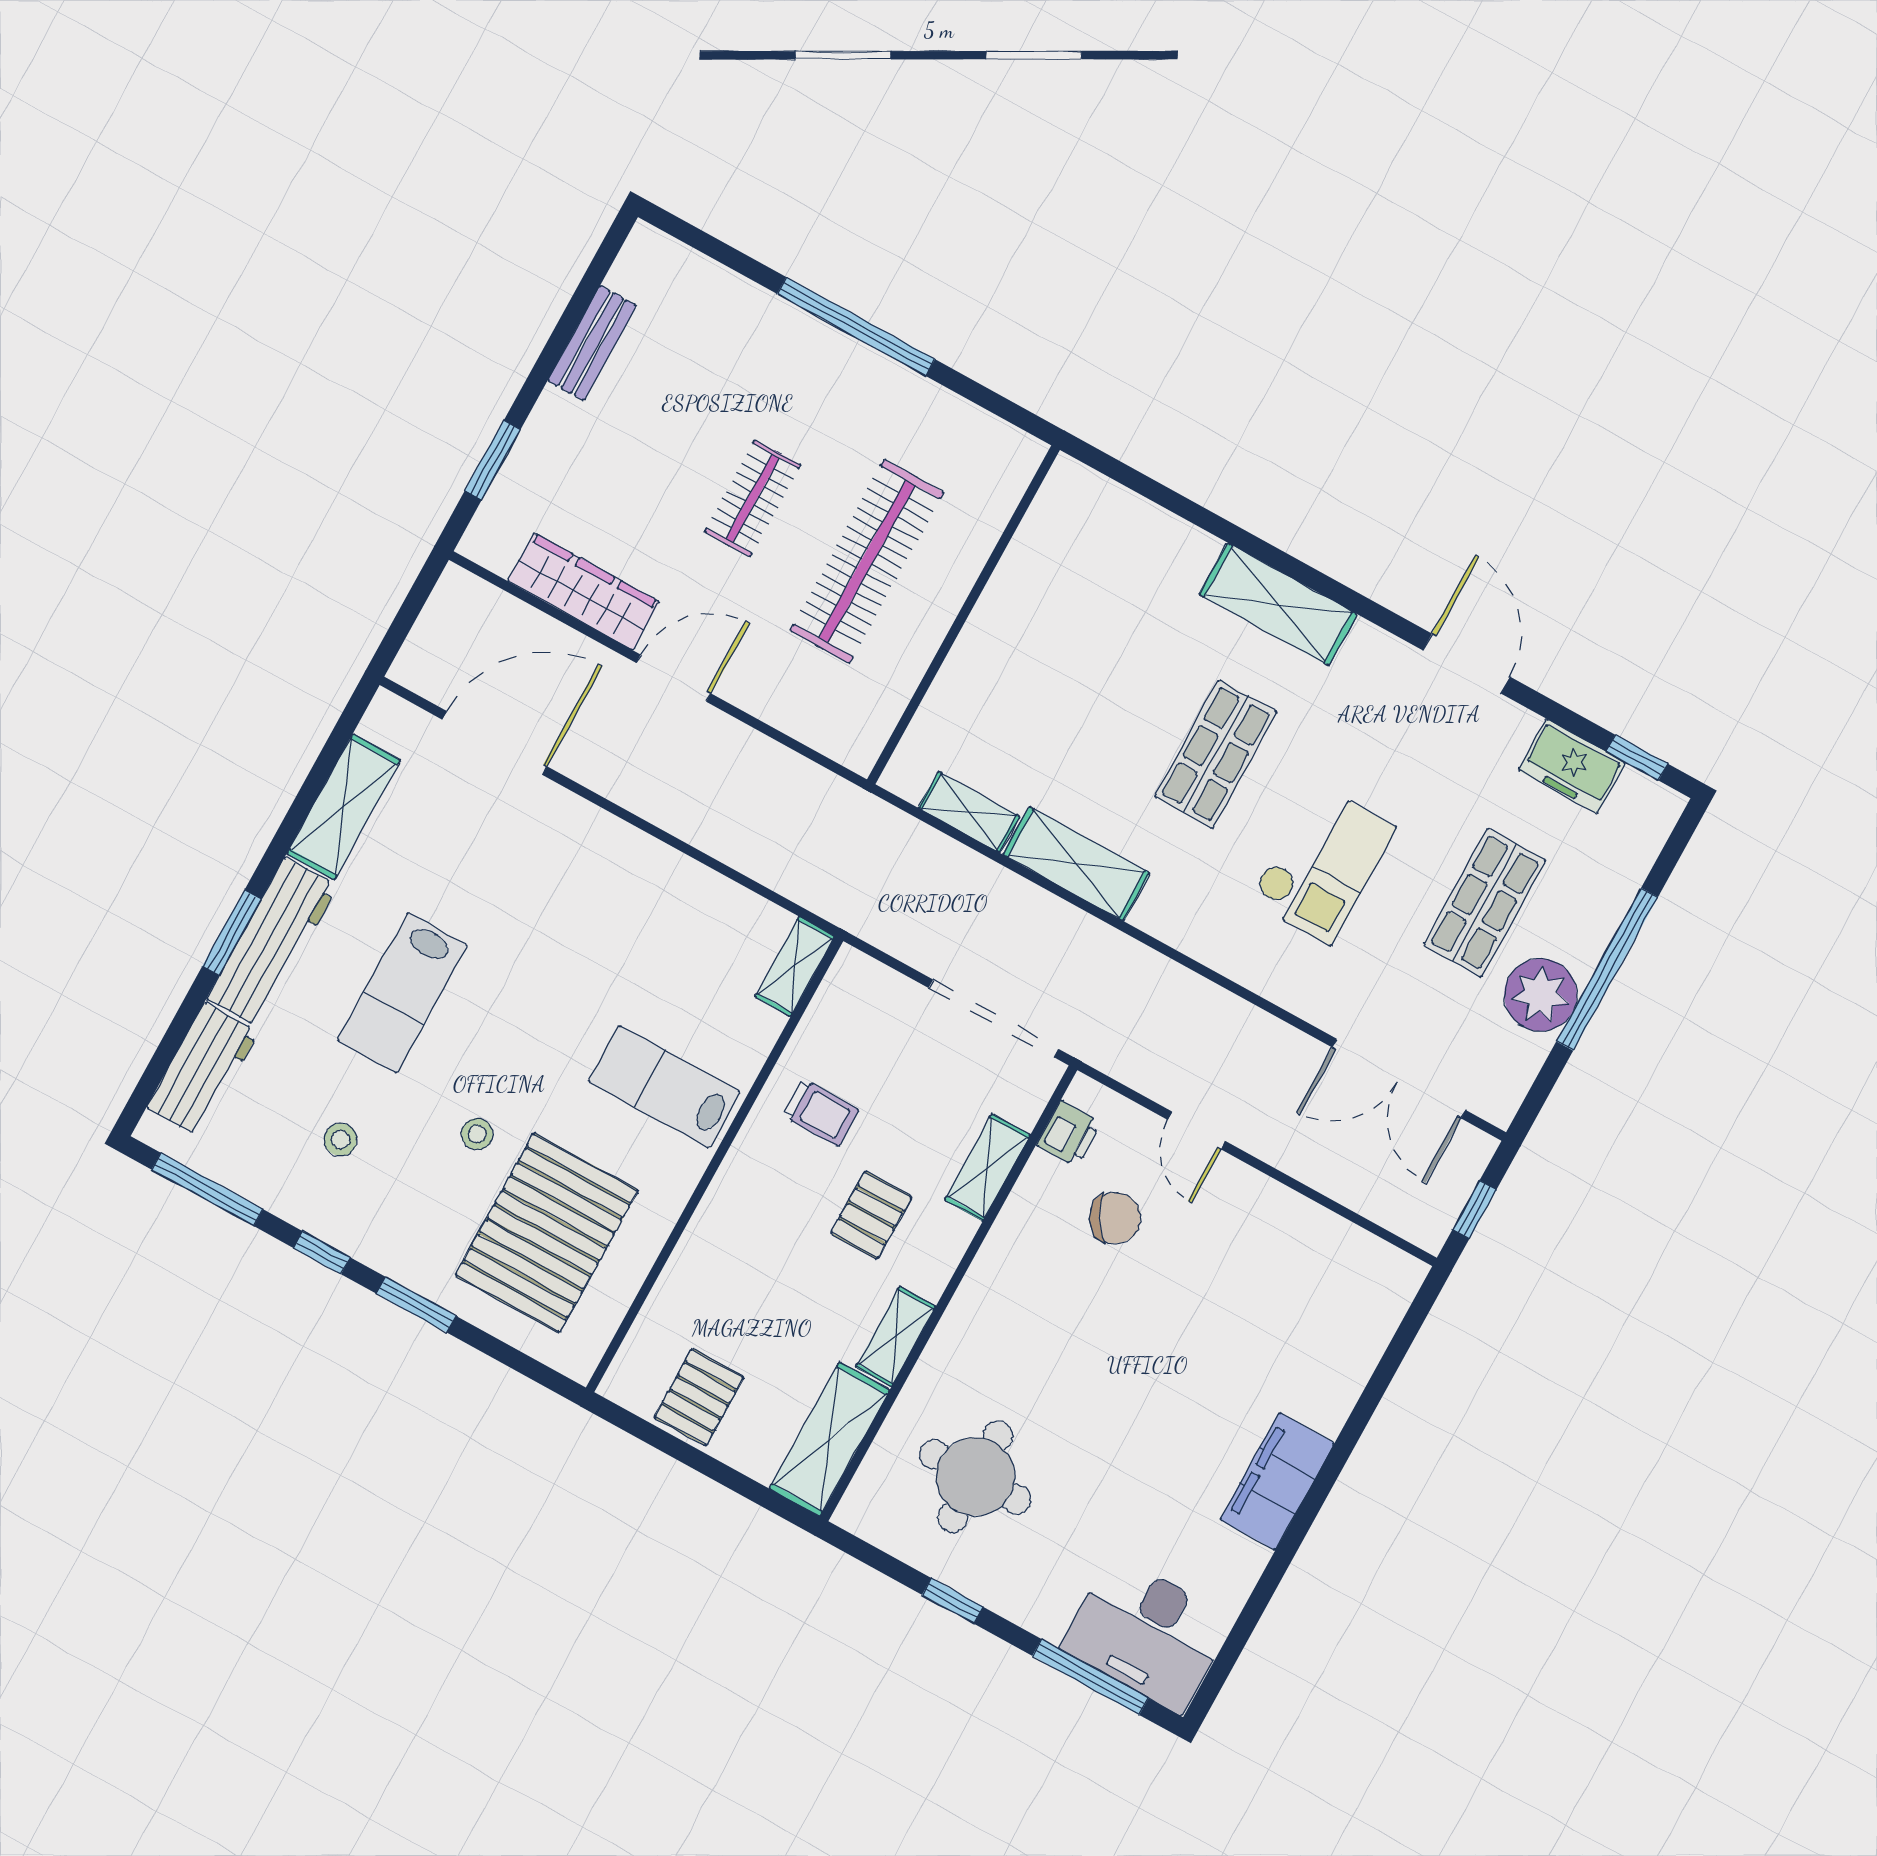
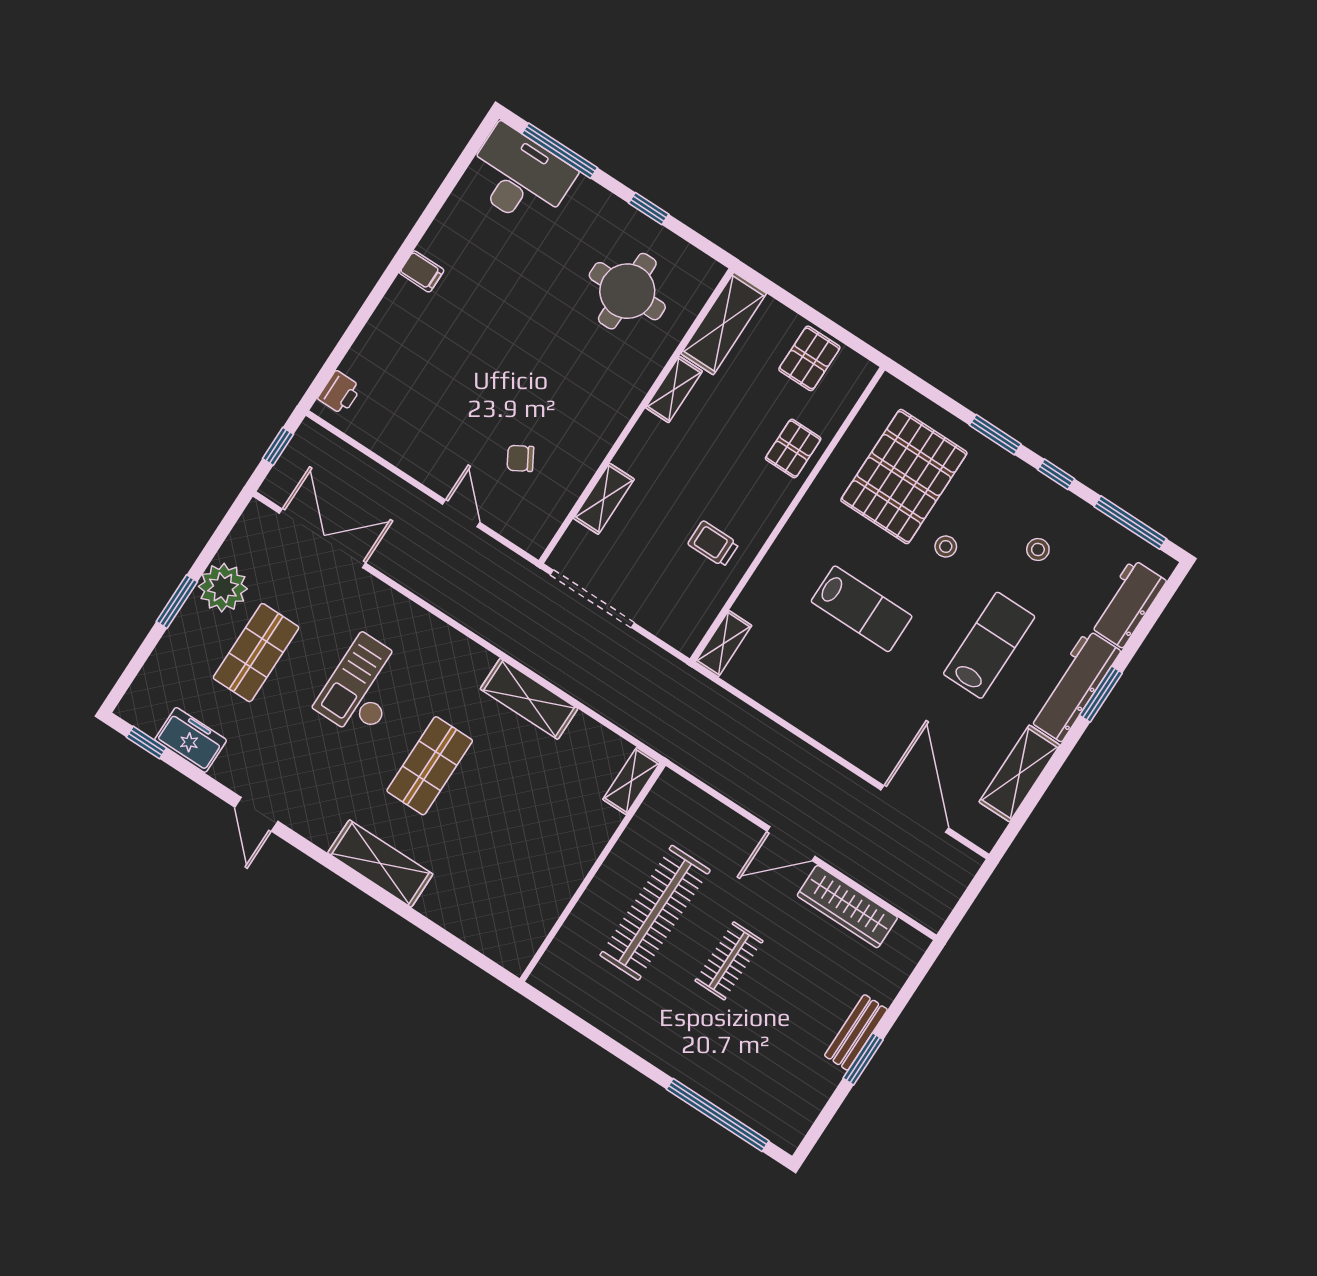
window: (856, 327) -> (718, 1115), moved
bench: (592, 343) -> (856, 1032), moved
window: (493, 460) -> (863, 1059), moved
door: (1467, 664) -> (256, 814), width x0.73
door: (495, 743) -> (915, 809), swing flipped
shelving: (969, 812) -> (631, 781), moved, turned 90
window: (1607, 969) -> (177, 602), width x0.47
lab bench: (664, 1087) -> (862, 609), moved
printer: (1069, 1134) -> (340, 393), moved, turned 180
pallet: (871, 1215) -> (793, 449), moved
chair: (1115, 1218) -> (520, 458), width x0.73, depth x0.73
filing cabinet: (1277, 1481) -> (422, 271), width x0.33, depth x0.86

